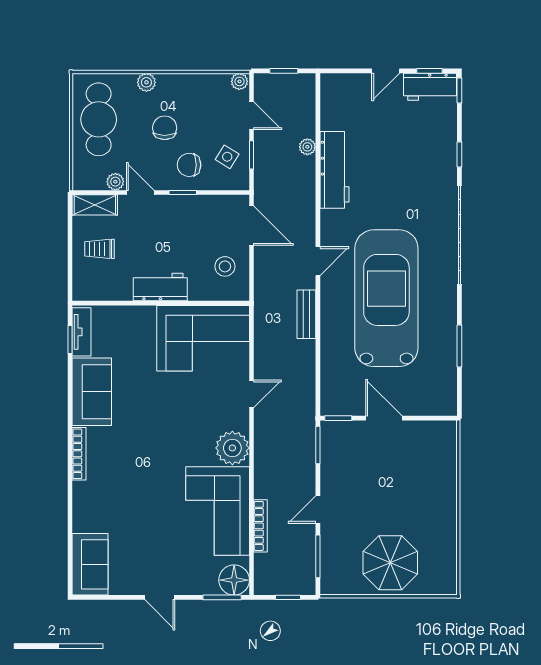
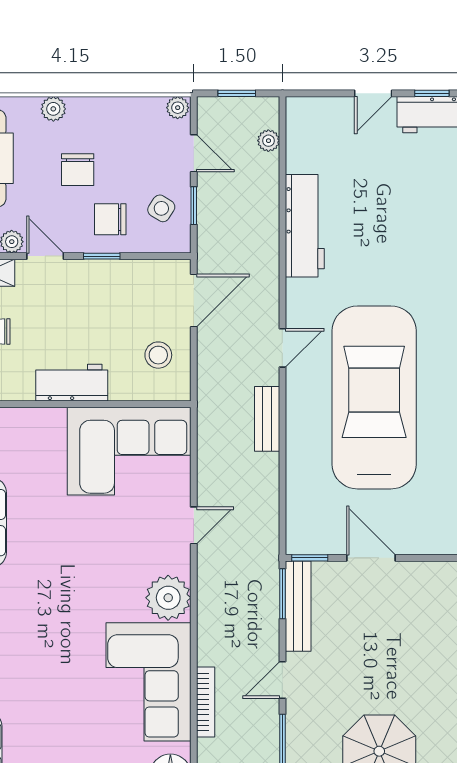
chair: (165, 128) -> (78, 170), turned 180
plant: (307, 147) -> (268, 141), moved
door: (251, 226) -> (194, 301), hinge flipped
bench: (330, 454) -> (298, 606), added

